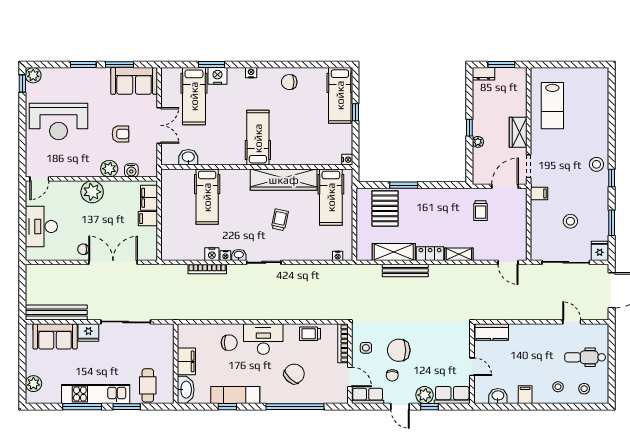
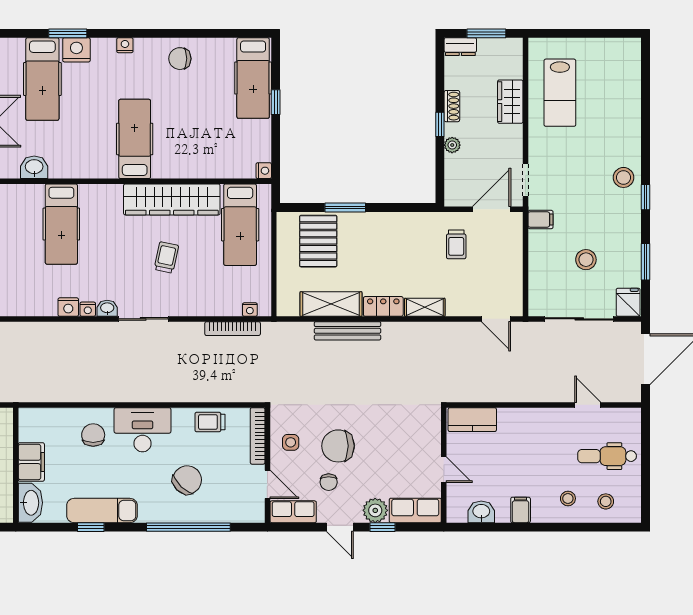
shoe rack: (478, 115) -> (452, 106), added
wardrobe: (518, 132) -> (510, 102), moved
bookcase: (207, 269) -> (233, 329), moved
chair: (229, 343) -> (93, 435), turned -90

